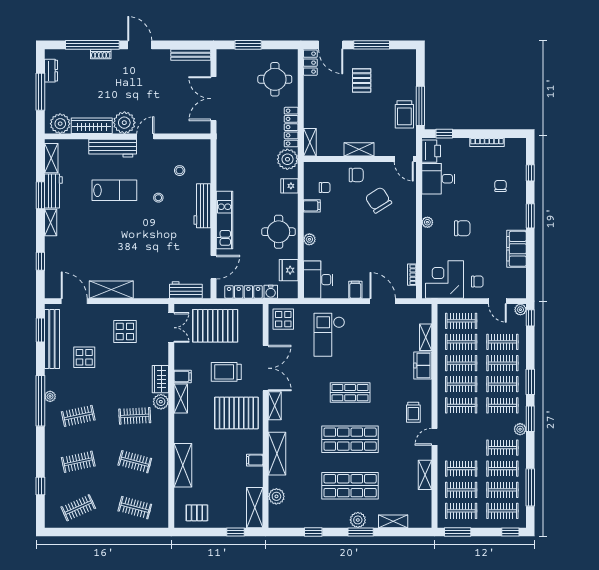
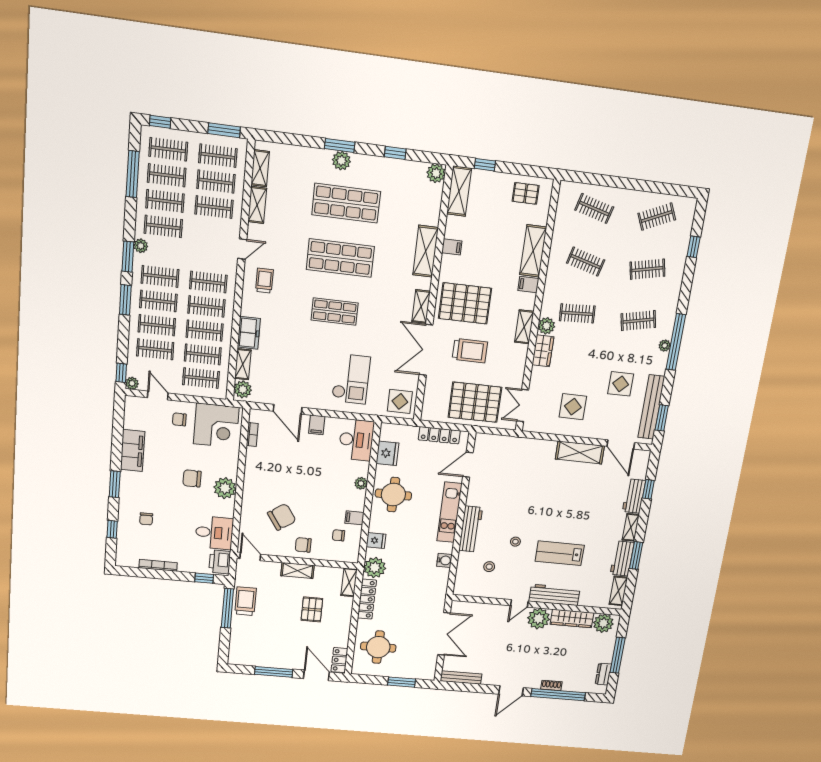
door: (140, 45) -> (511, 691), hinge flipped
pallet: (362, 80) -> (312, 609), moved
chair: (378, 200) -> (282, 517), turned -92
plant: (427, 222) -> (225, 488), width x1.88, depth x1.88
workbench: (186, 290) -> (634, 496), moved, turned 90
water cooler: (271, 292) -> (444, 560), moved, turned 90
plant: (424, 315) -> (243, 389), added
filing cabinet: (183, 376) -> (528, 284), moved
plant: (276, 496) -> (436, 173), moved
shelving: (393, 521) -> (260, 168), moved, turned 90

